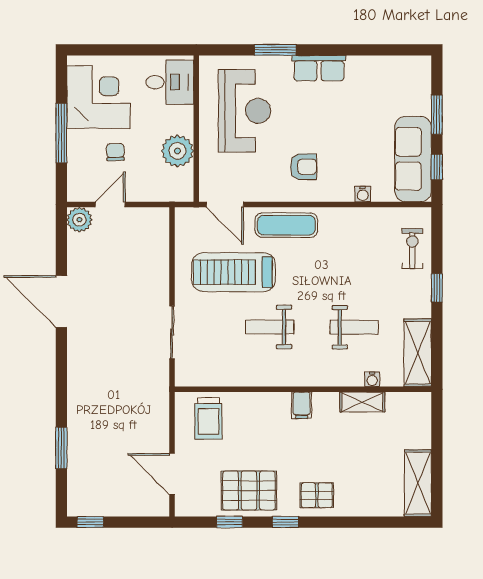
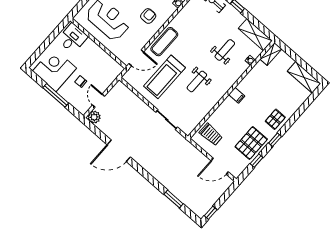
plant: (178, 151) -> (101, 58), removed
shelving: (362, 402) -> (271, 54), moved

